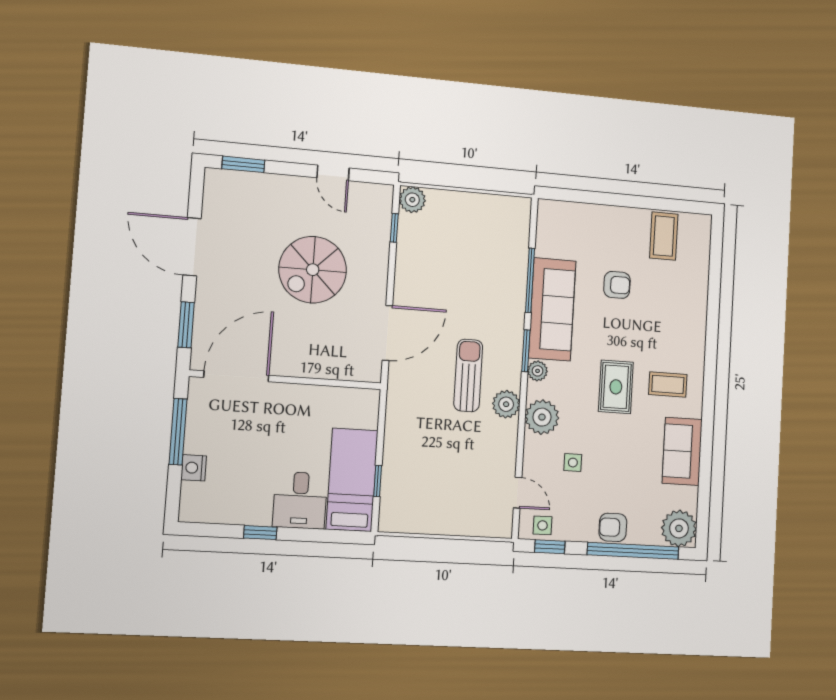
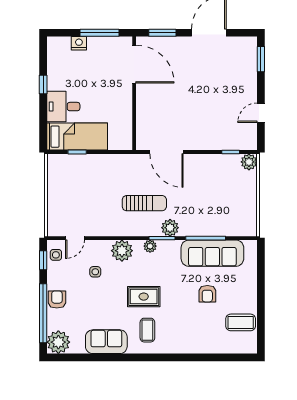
spiral stairs: (313, 270) -> (201, 105), removed
sofa: (552, 309) -> (212, 253), moved
plant: (506, 404) -> (170, 228), moved

